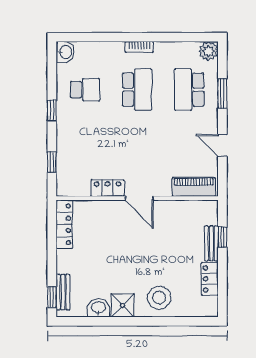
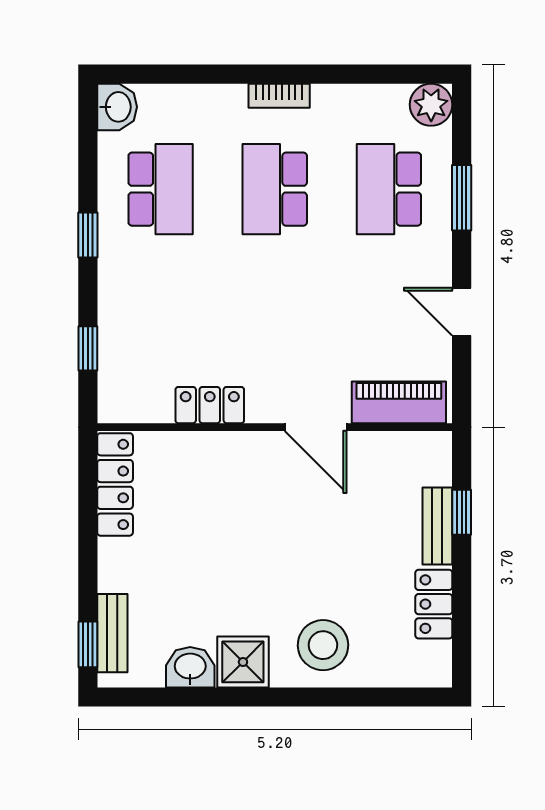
school desk: (85, 90) -> (161, 189), width x1.85
school desk: (137, 90) -> (275, 189), turned 180
door: (139, 198) -> (316, 427), moved

